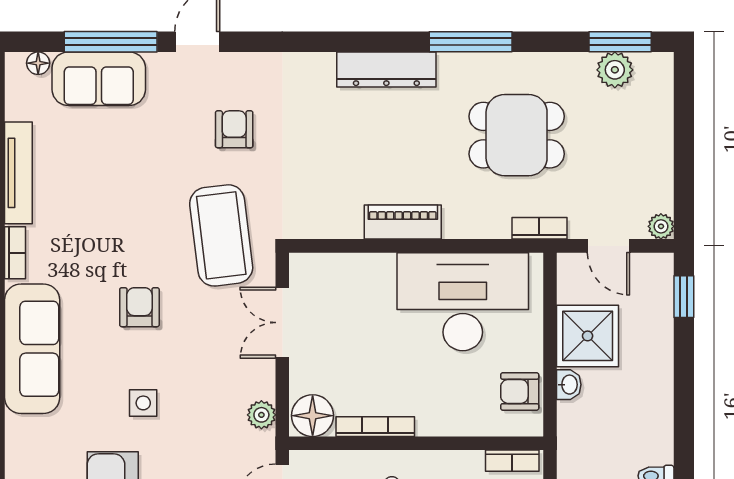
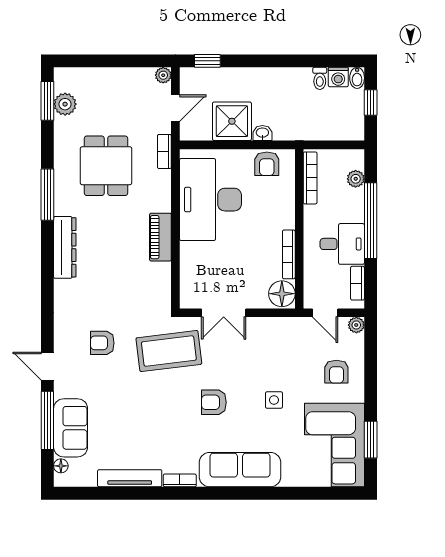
plant: (261, 415) -> (281, 326), removed
bookcase: (512, 461) -> (310, 178), width x1.56

